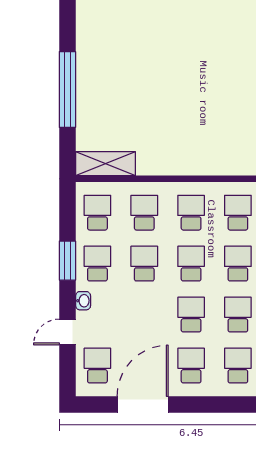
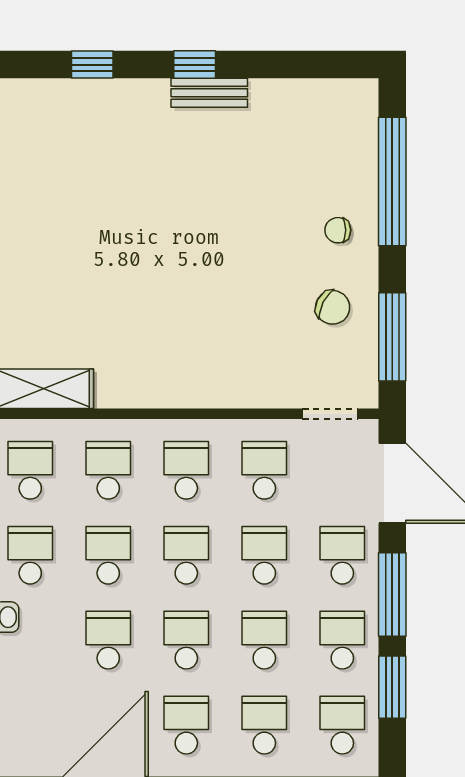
school desk: (97, 366) -> (108, 640), moved

